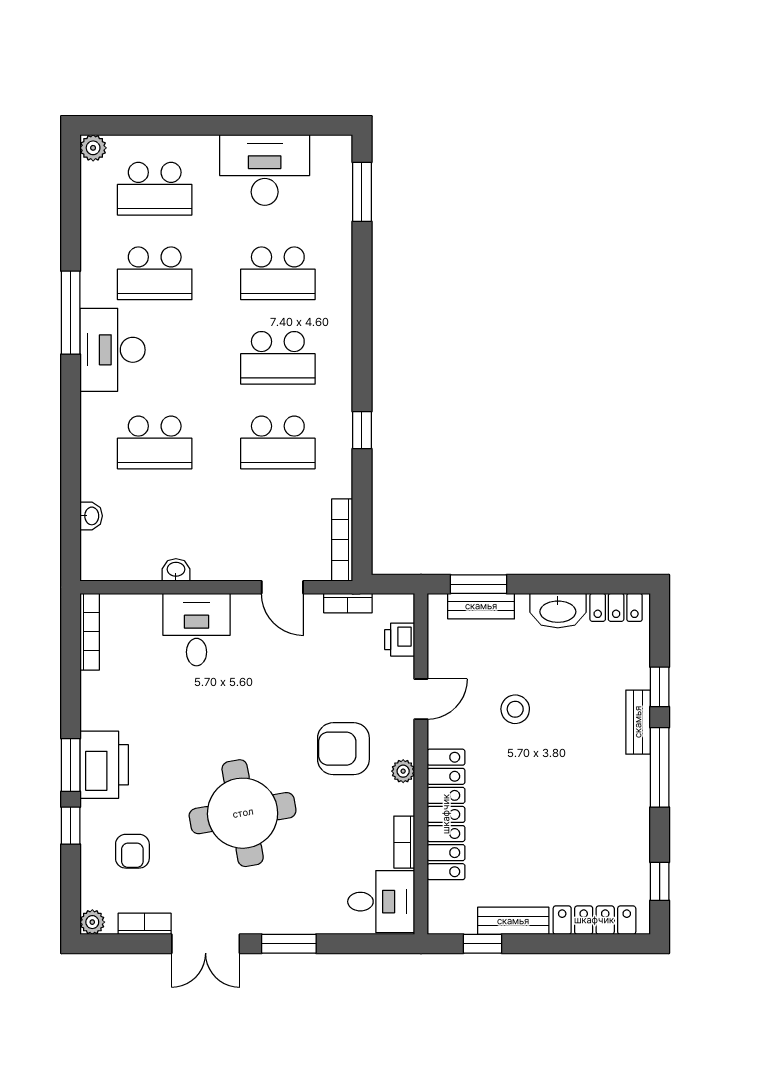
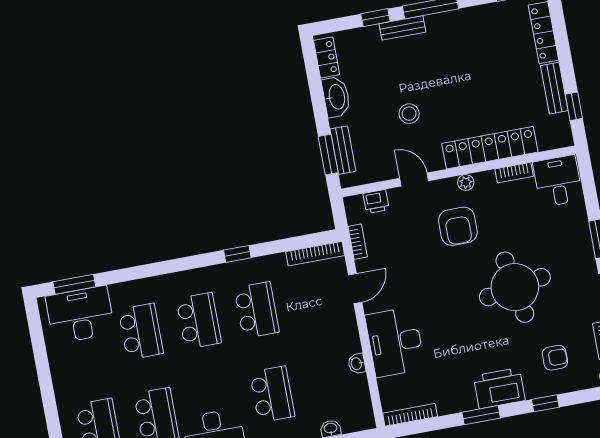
desk: (265, 170) -> (80, 315), moved, turned 90
desk: (197, 630) -> (395, 342), width x1.37
window: (71, 765) -> (481, 415), moved

